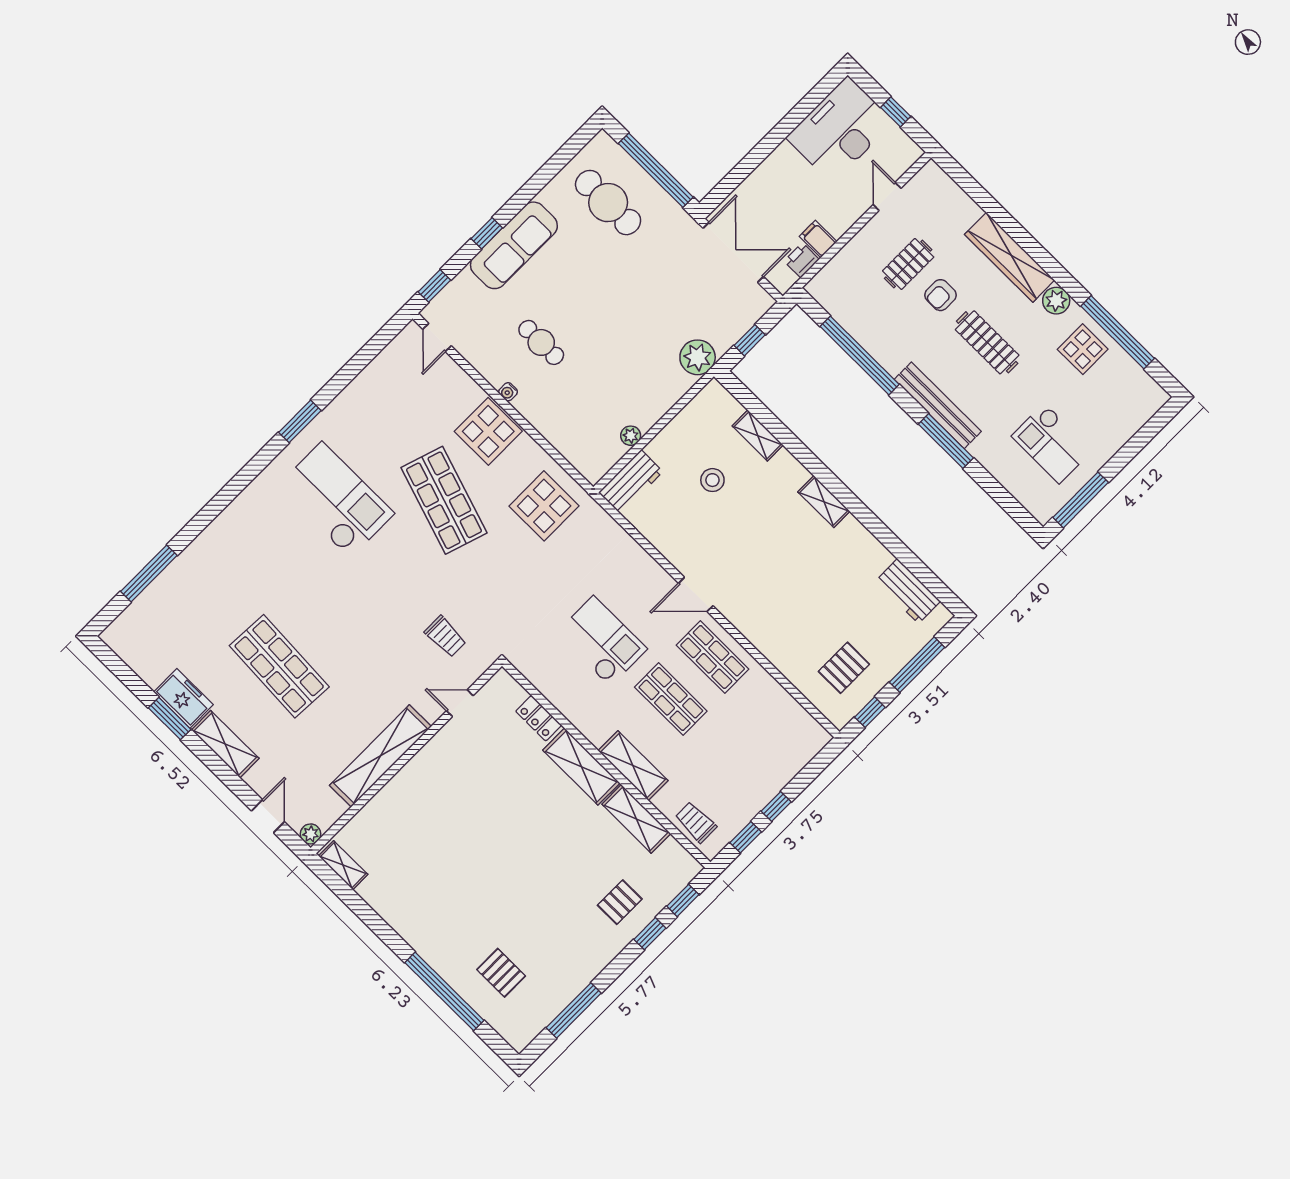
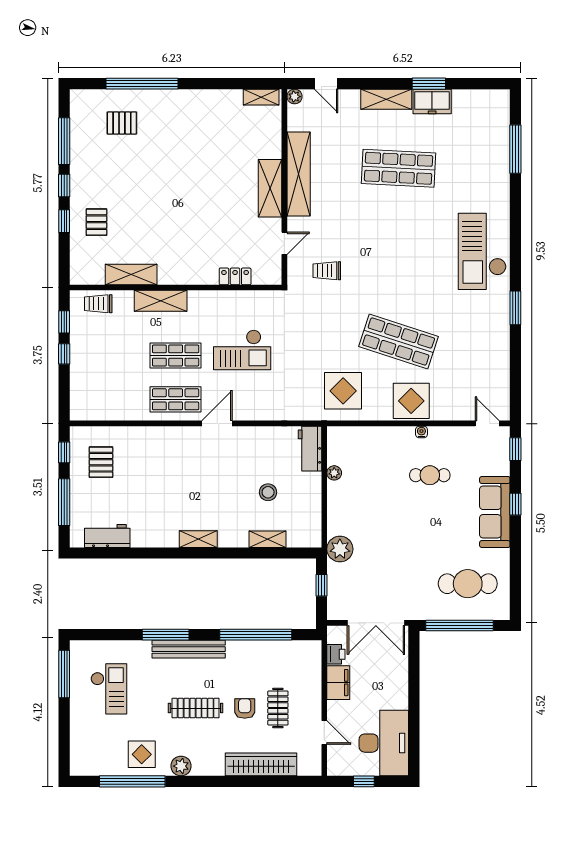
filing cabinet: (818, 239) -> (338, 683), width x2.00
wardrobe: (1010, 257) -> (261, 764), moved
checkout: (1052, 443) -> (109, 689), turned 90
checkout: (336, 500) -> (482, 251), moved, turned 90
shelving: (581, 767) -> (270, 188), moved, turned 90
trolley: (696, 822) -> (98, 304), turned 180
window: (683, 900) -> (64, 186), moved

